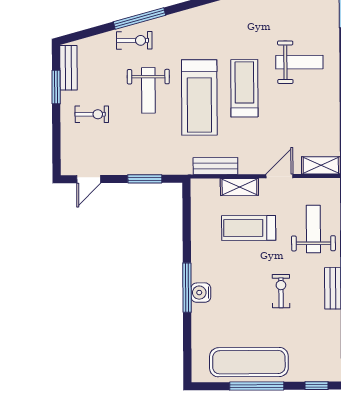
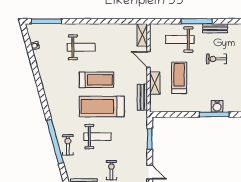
window: (140, 19) -> (55, 142), width x1.46
weight bench: (299, 62) -> (81, 47), turned 90
treadmill: (244, 88) -> (96, 80), turned 180
treadmill: (199, 97) -> (102, 107), turned 180
treadmill: (249, 228) -> (179, 78), turned 180

